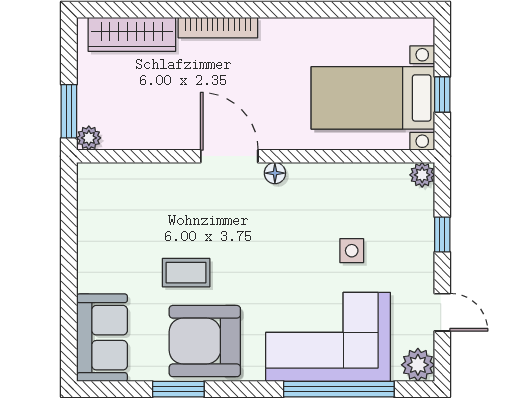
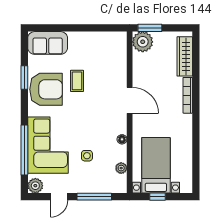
plant: (89, 138) -> (143, 42), width x1.88, depth x1.88
door: (229, 156) -> (130, 100), hinge flipped
floor lamp: (275, 173) -> (122, 139), moved
plant: (422, 175) -> (121, 168), moved
window: (442, 235) -> (94, 197), width x2.17
armchair: (205, 341) -> (46, 89), turned 90

